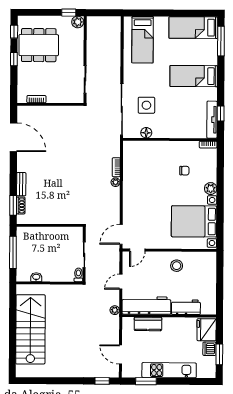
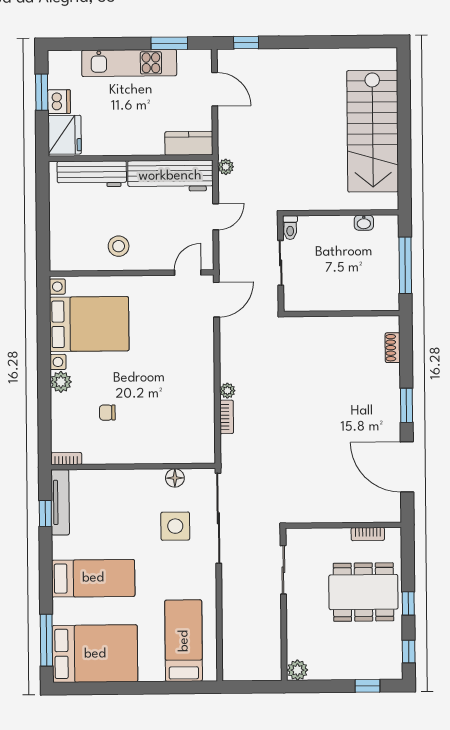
window: (69, 13) -> (368, 686), moved
bed: (193, 28) -> (95, 654), width x1.50
dining table: (39, 45) -> (363, 592), moved
bench: (21, 184) -> (392, 385), removed
window: (13, 205) -> (406, 405), moved
workbench: (186, 307) -> (92, 174), width x1.38
kitchen counter: (148, 324) -> (189, 143), moved

